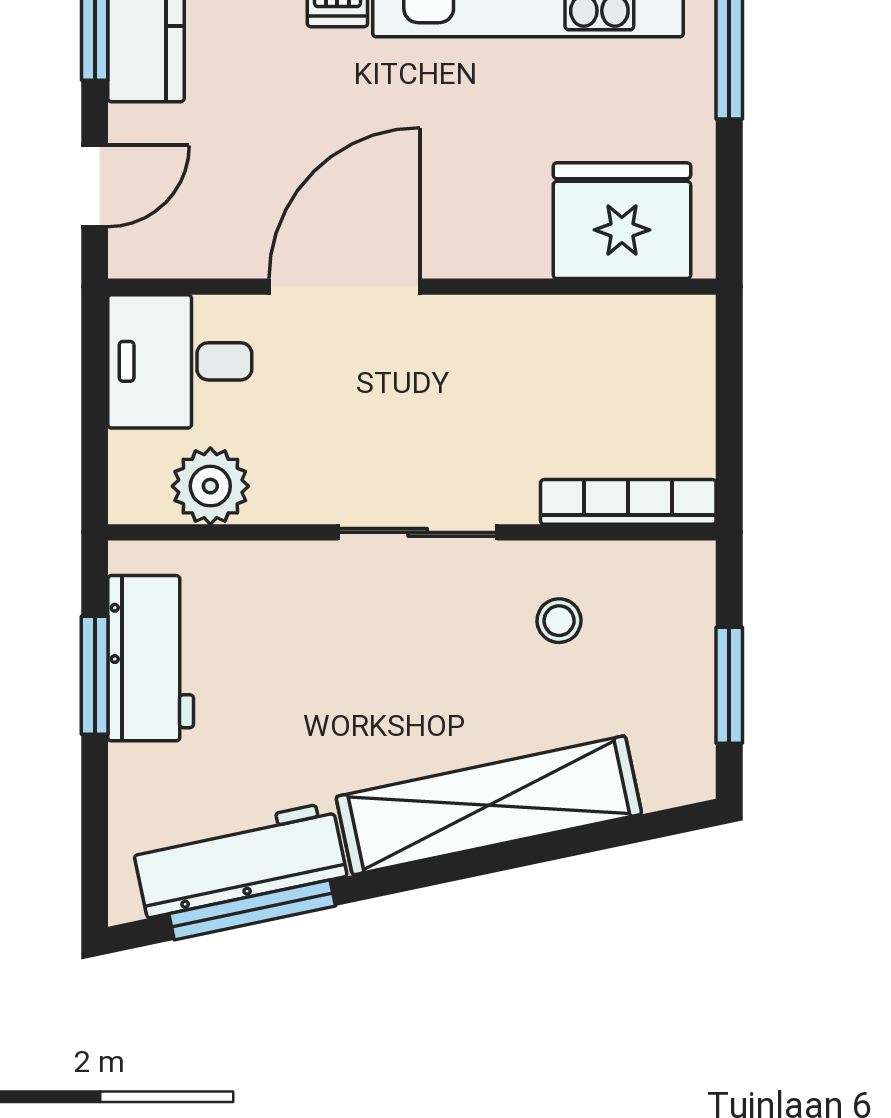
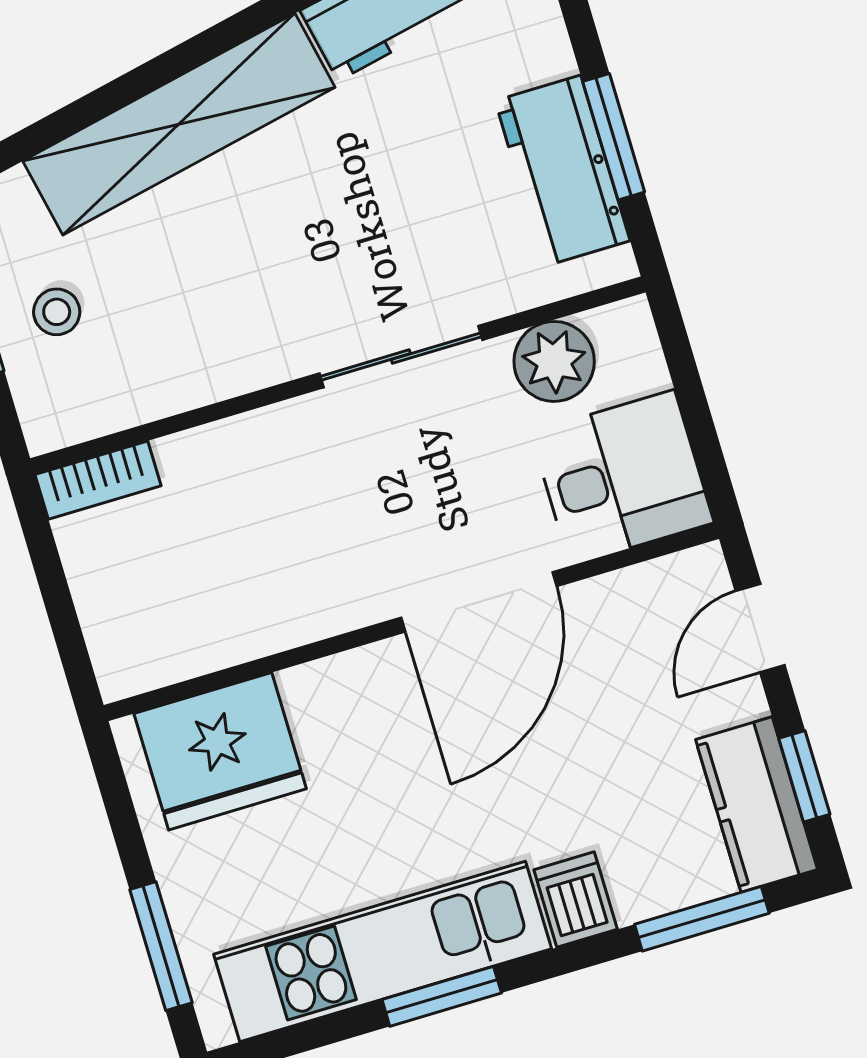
bookcase: (628, 502) -> (98, 480), width x0.64
sliding door: (418, 532) -> (401, 357), moved
stool: (559, 621) -> (57, 312), moved

